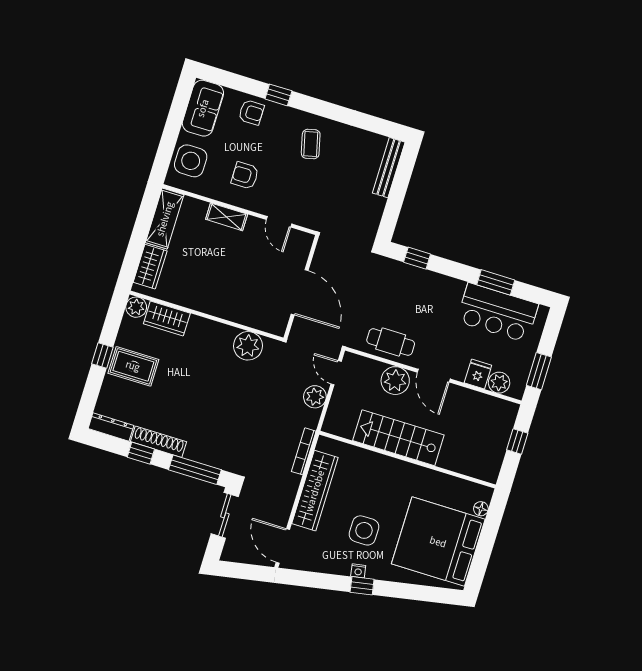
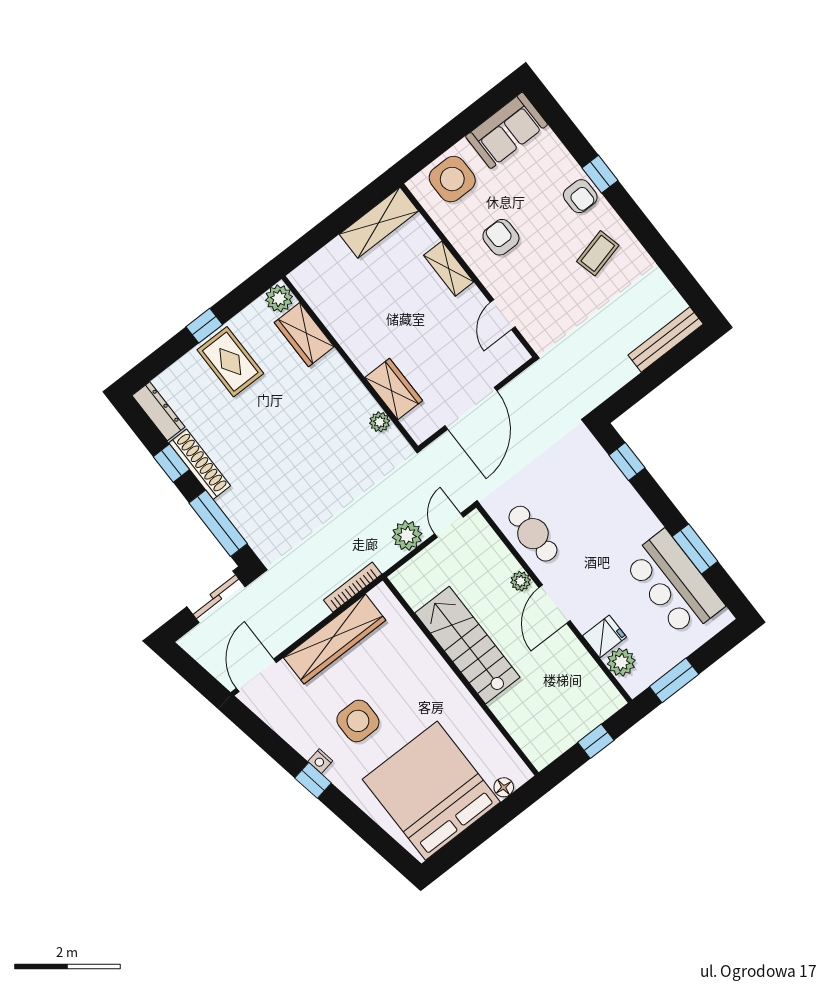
armchair: (251, 112) -> (580, 196), moved
wardrobe: (150, 267) -> (394, 389), moved, turned -90
plant: (248, 346) -> (380, 422), width x0.53, depth x0.53
plant: (395, 381) -> (521, 581), width x0.53, depth x0.53

